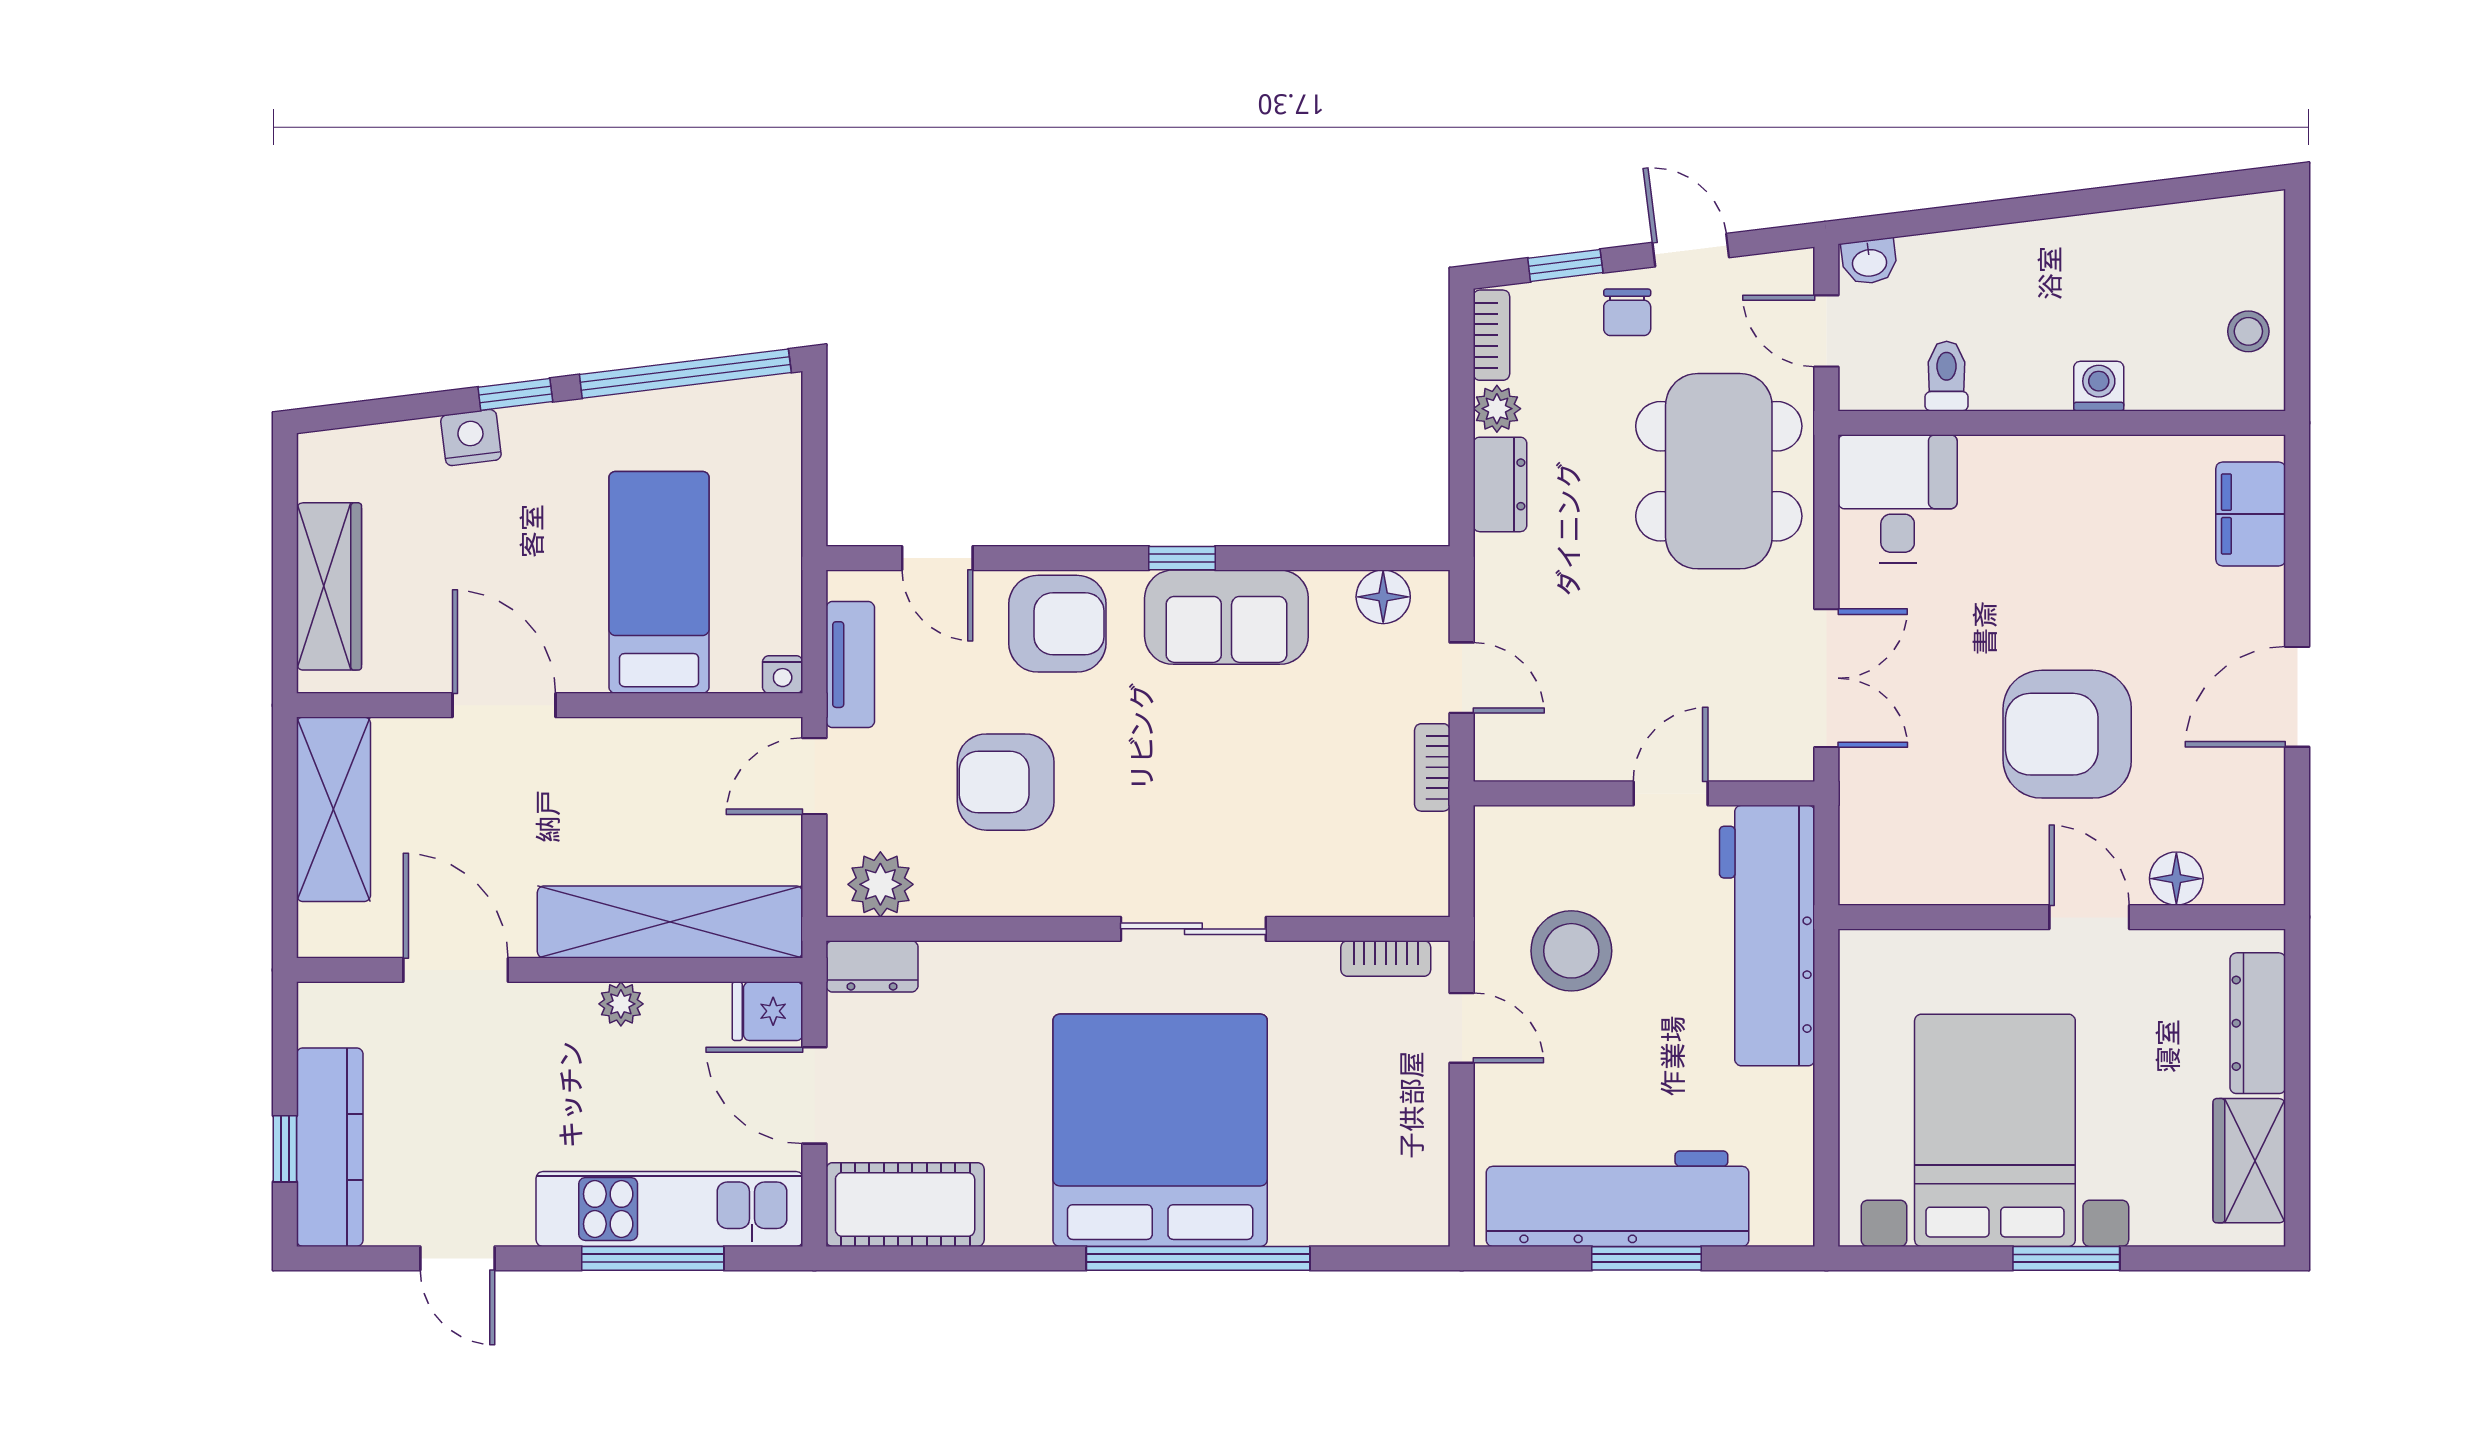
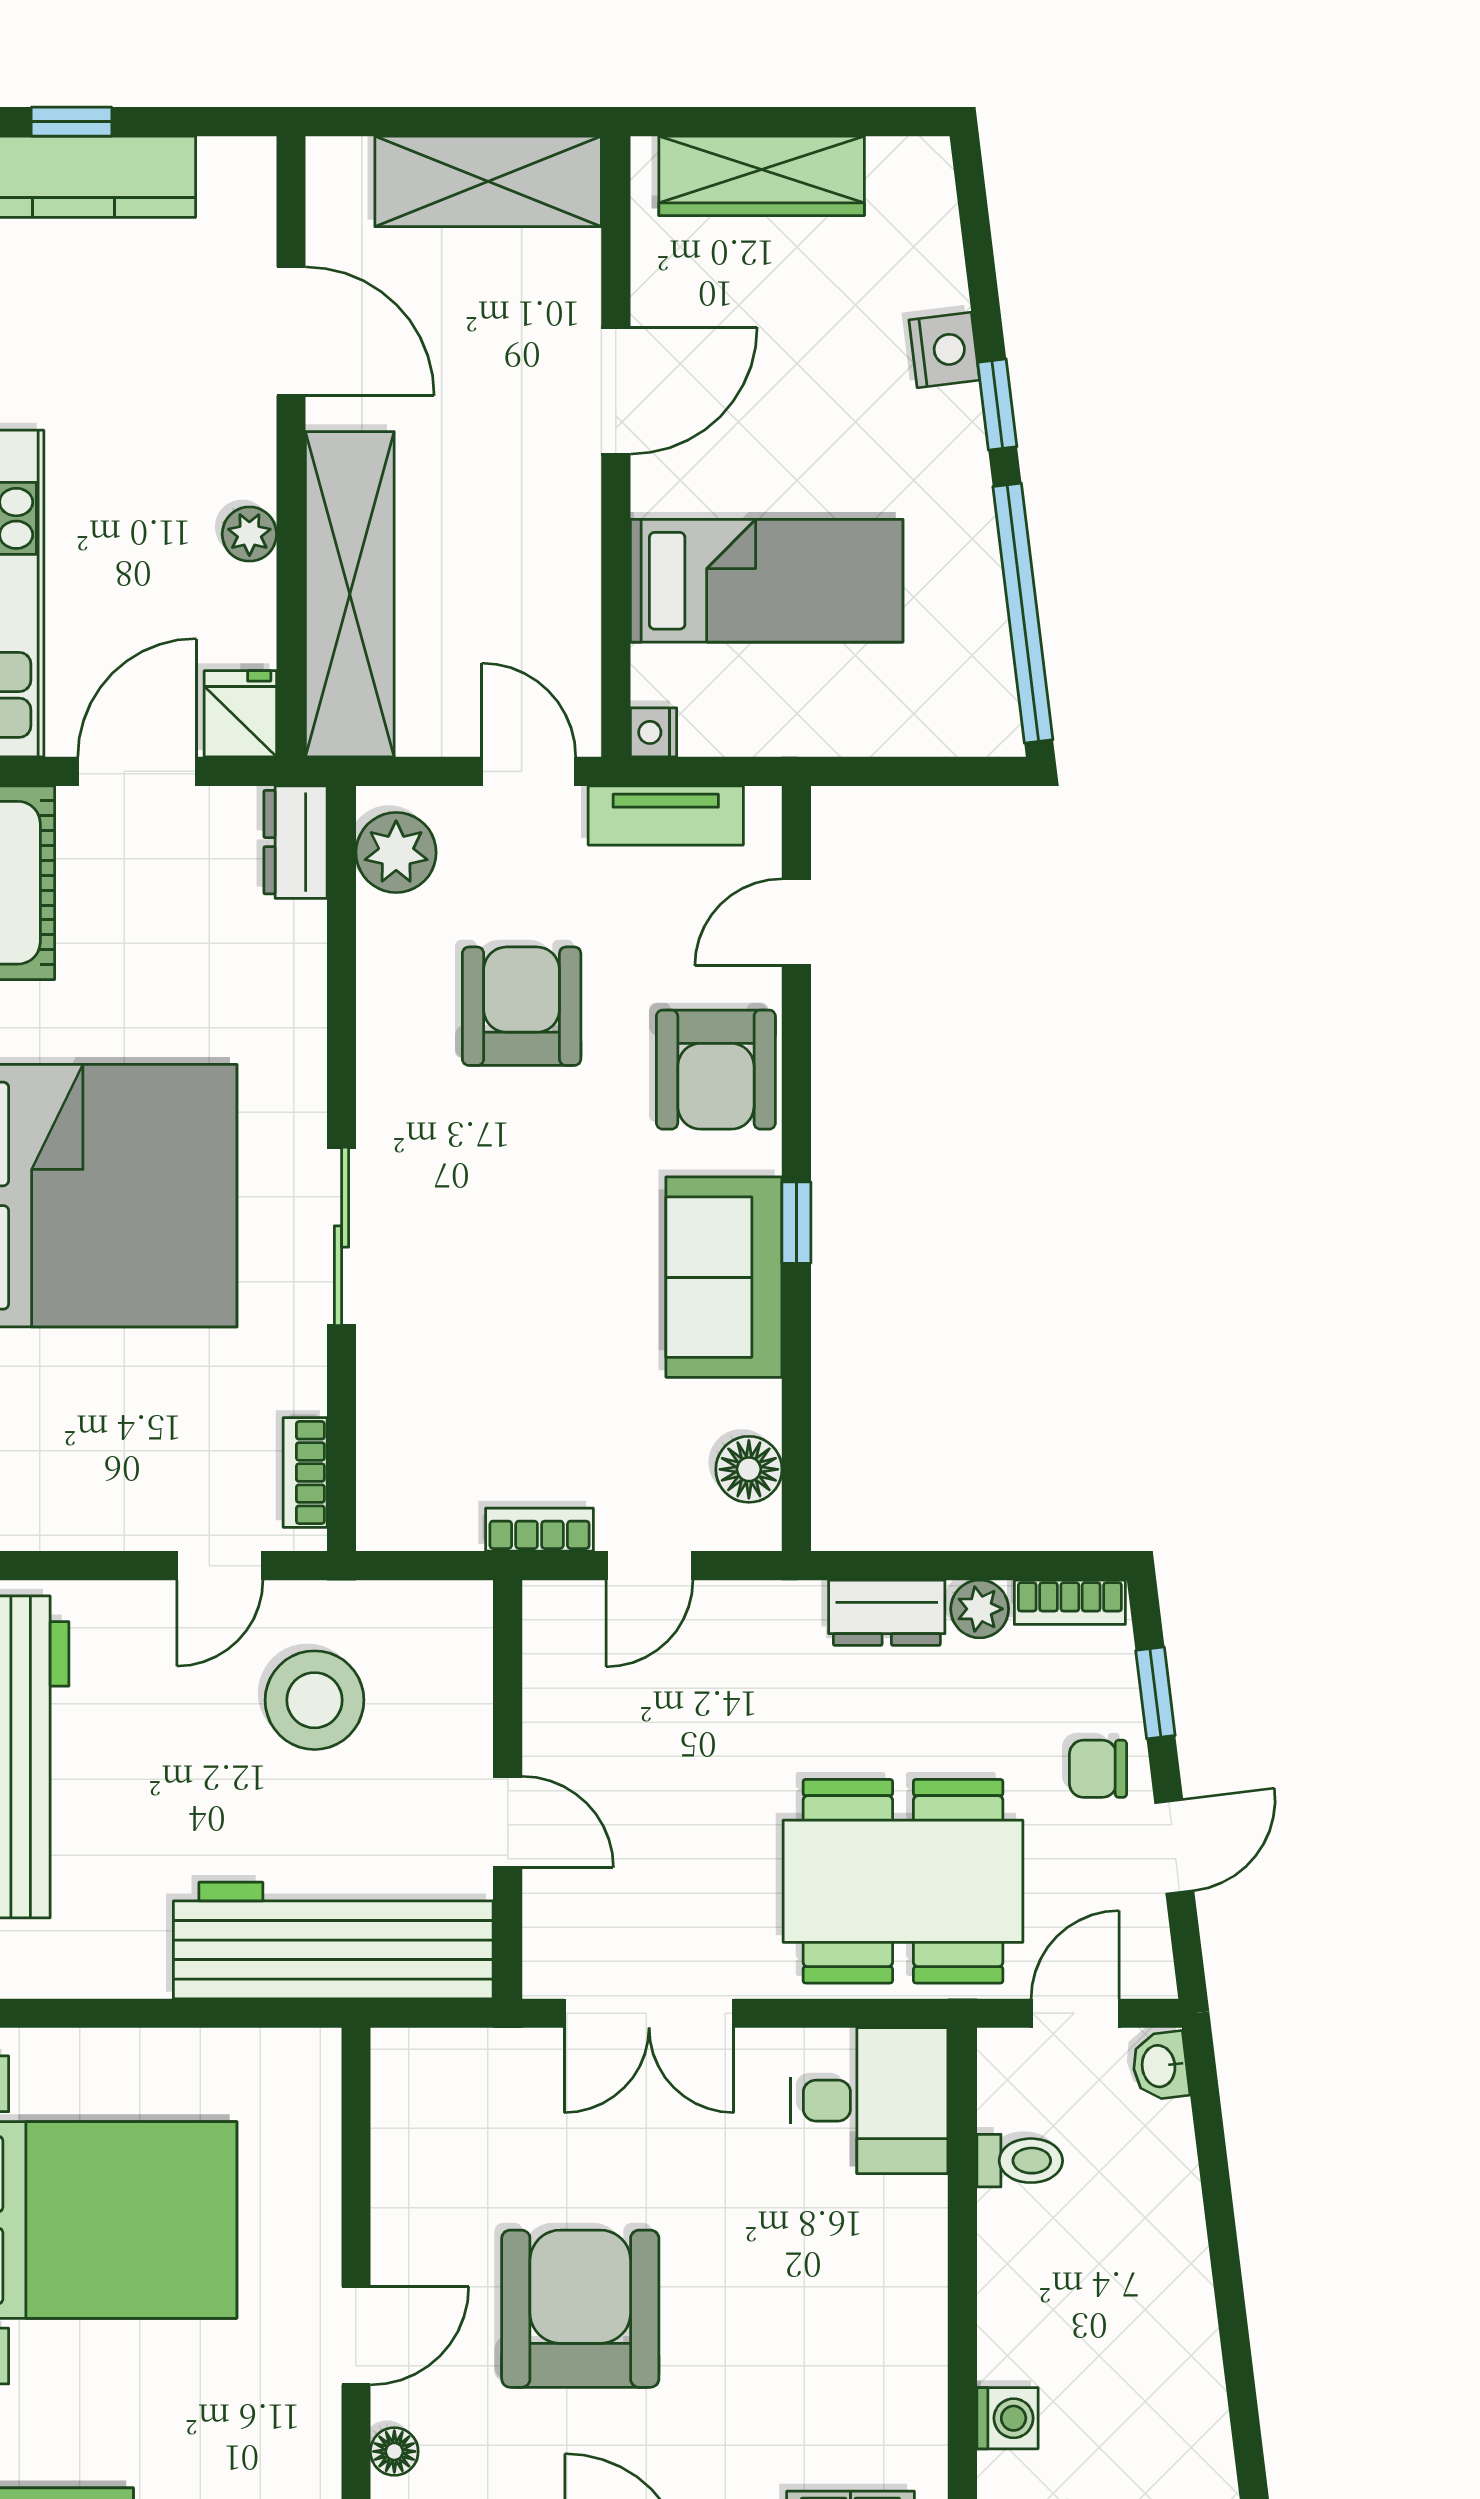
washing machine: (2099, 386) -> (1007, 2418), moved
floor lamp: (2176, 879) -> (394, 2451), width x0.73, depth x0.73
door: (456, 970) -> (291, 331), hinge flipped

